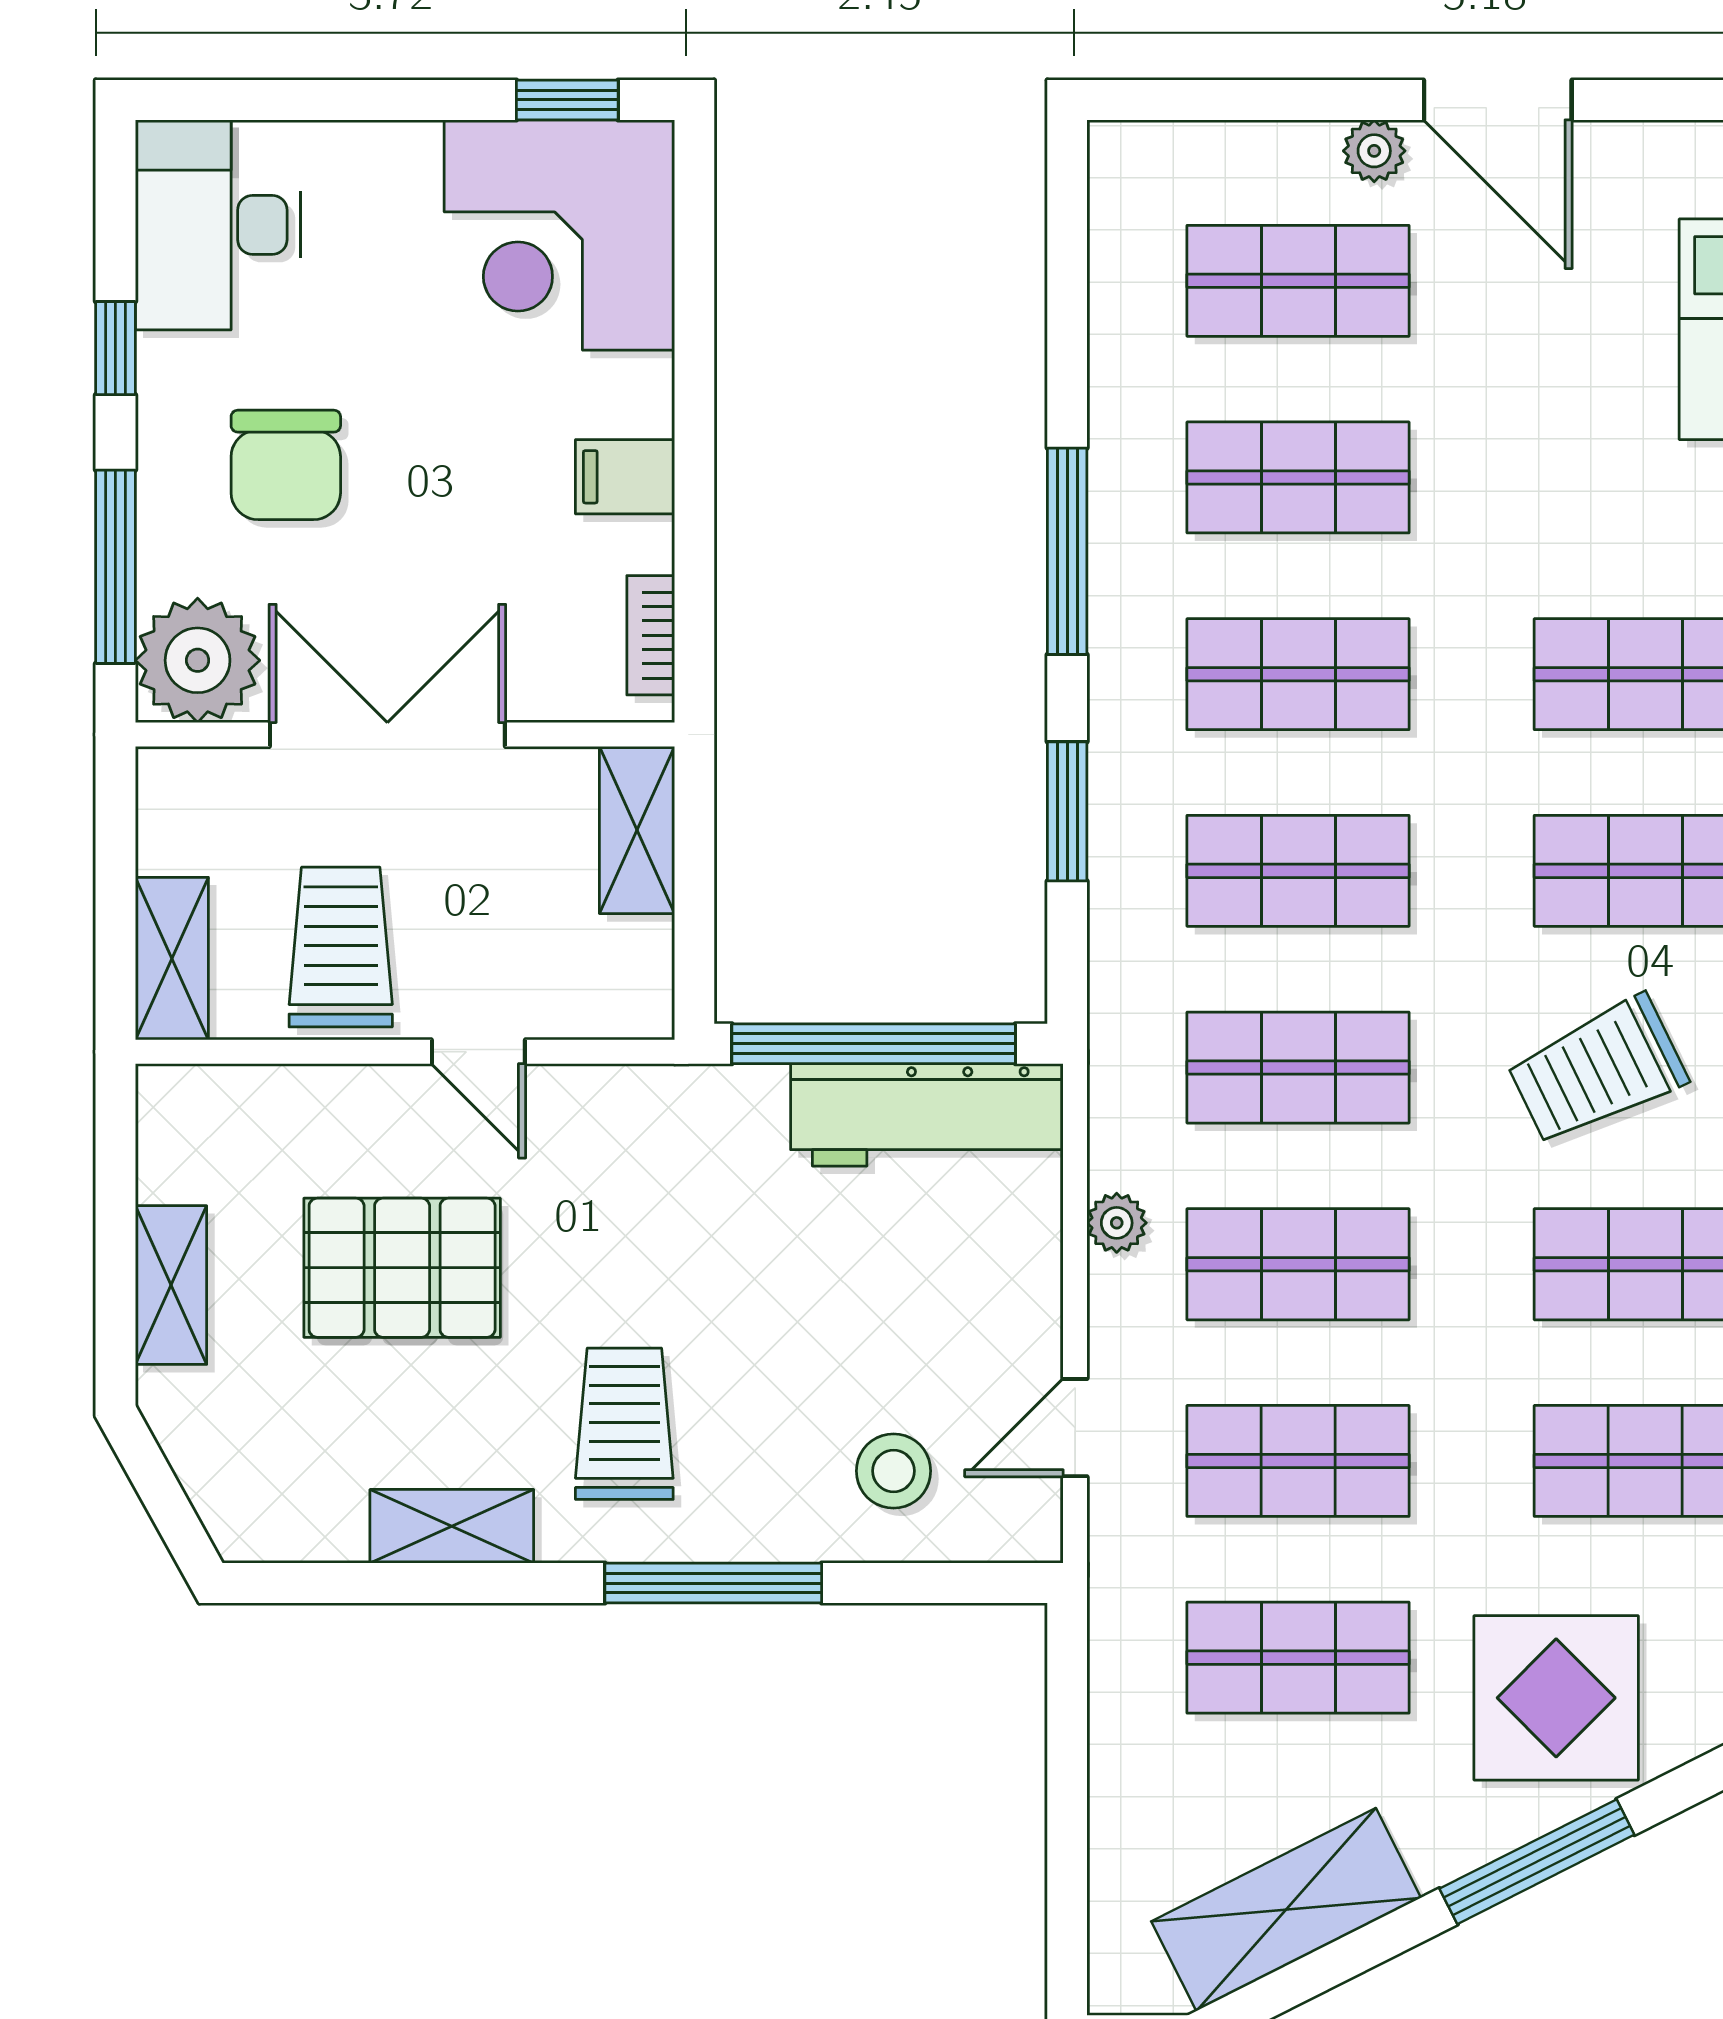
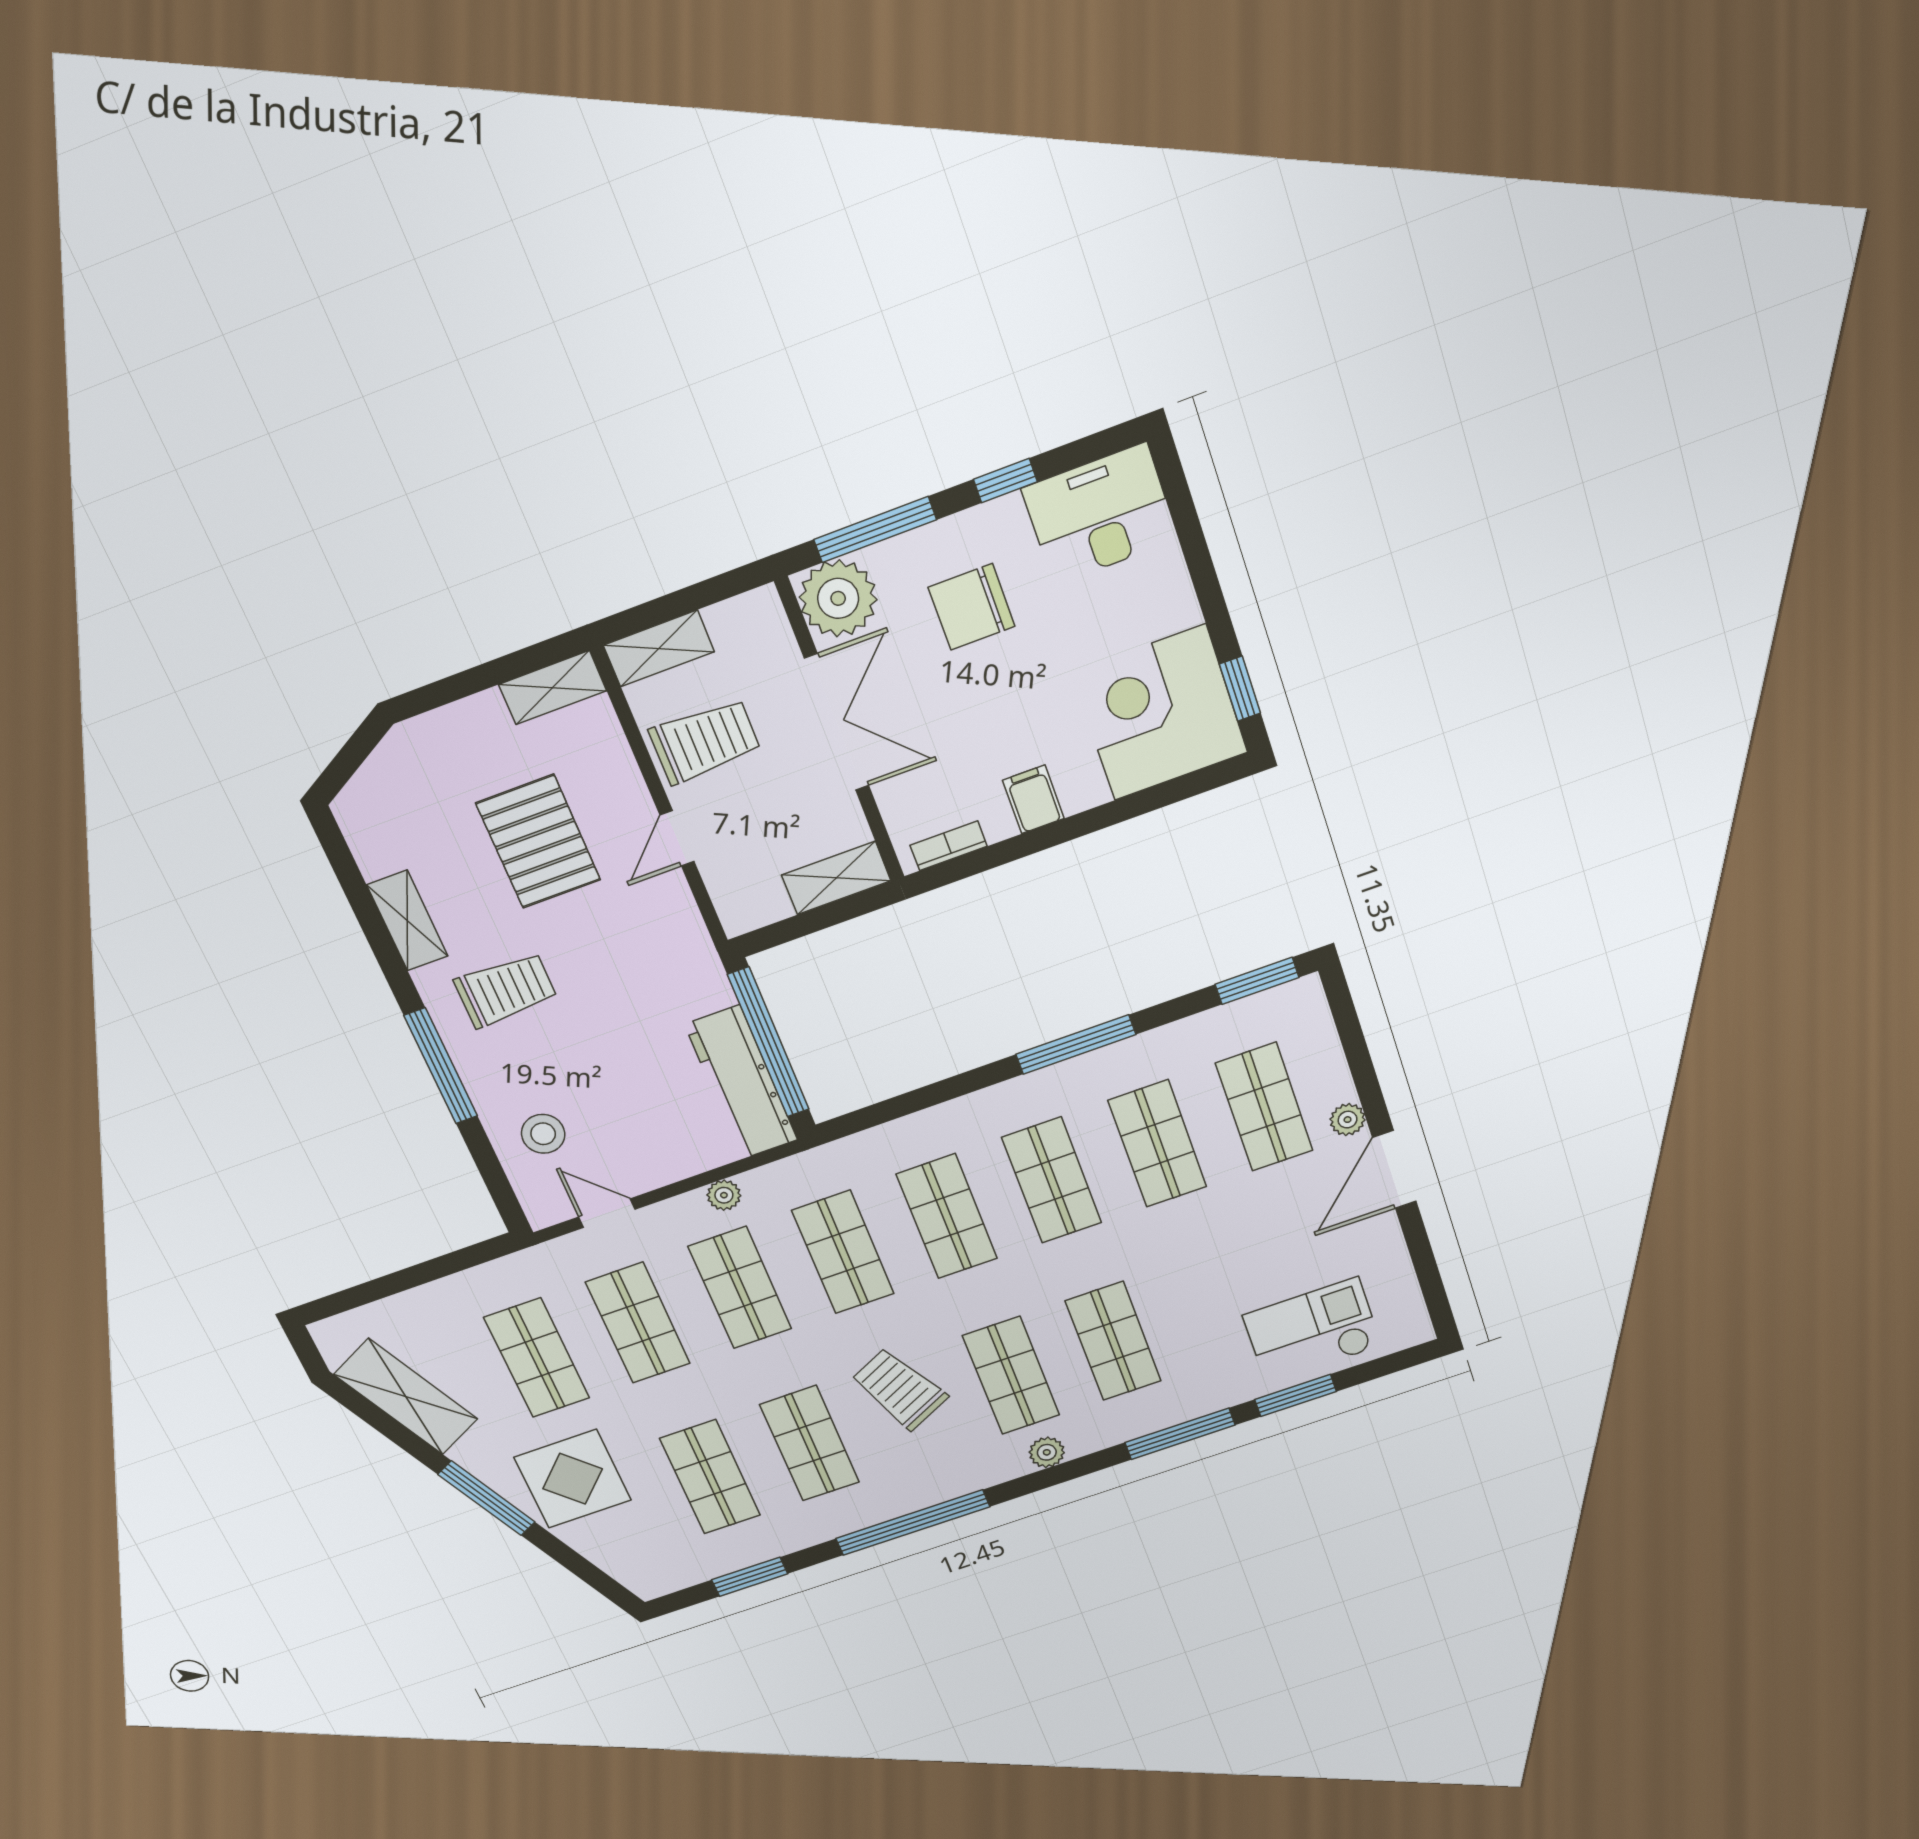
window: (1067, 811) -> (1257, 981), moved
shelving: (171, 1285) -> (553, 688), moved

